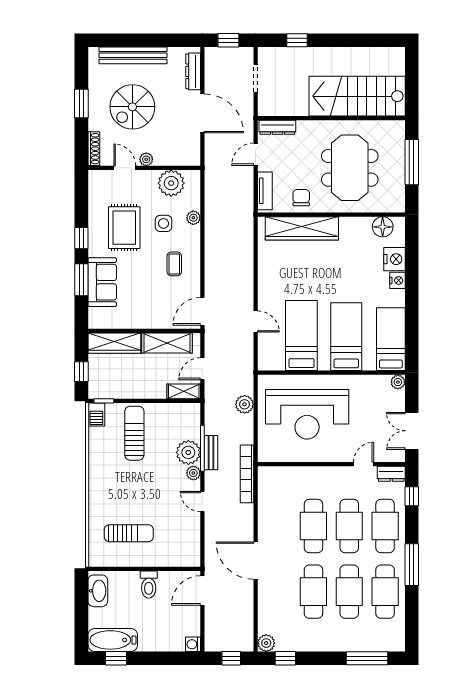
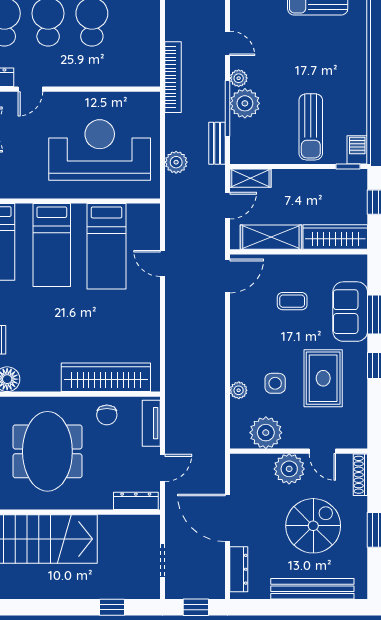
plant: (146, 159) -> (289, 469), width x1.87, depth x1.87
coffee table: (174, 264) -> (292, 301), moved, turned 90
bench: (211, 453) -> (217, 143), moved

